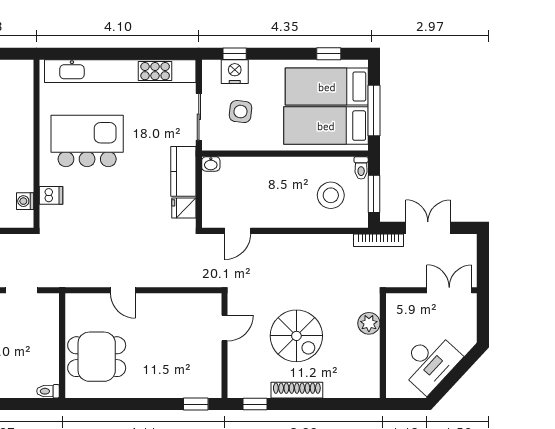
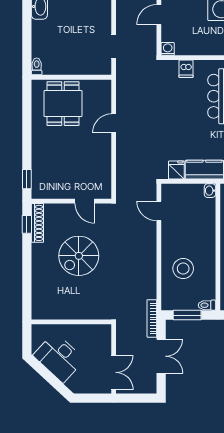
stool: (331, 195) -> (183, 269), moved
washing machine: (25, 201) -> (168, 49), moved
plant: (369, 323) -> (88, 311), removed
shoe rack: (297, 390) -> (37, 223), moved

